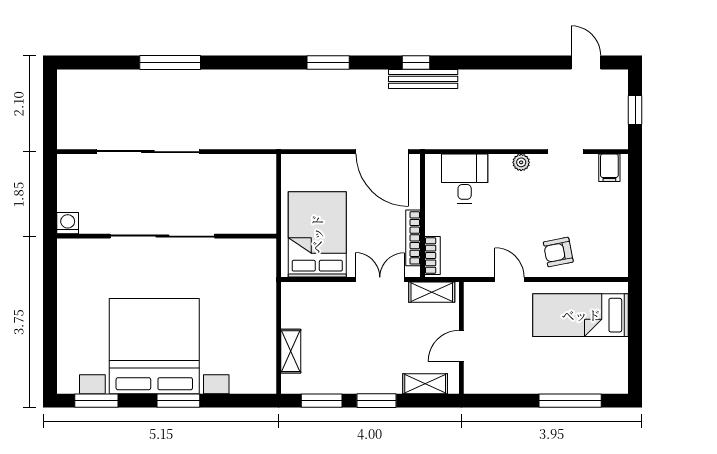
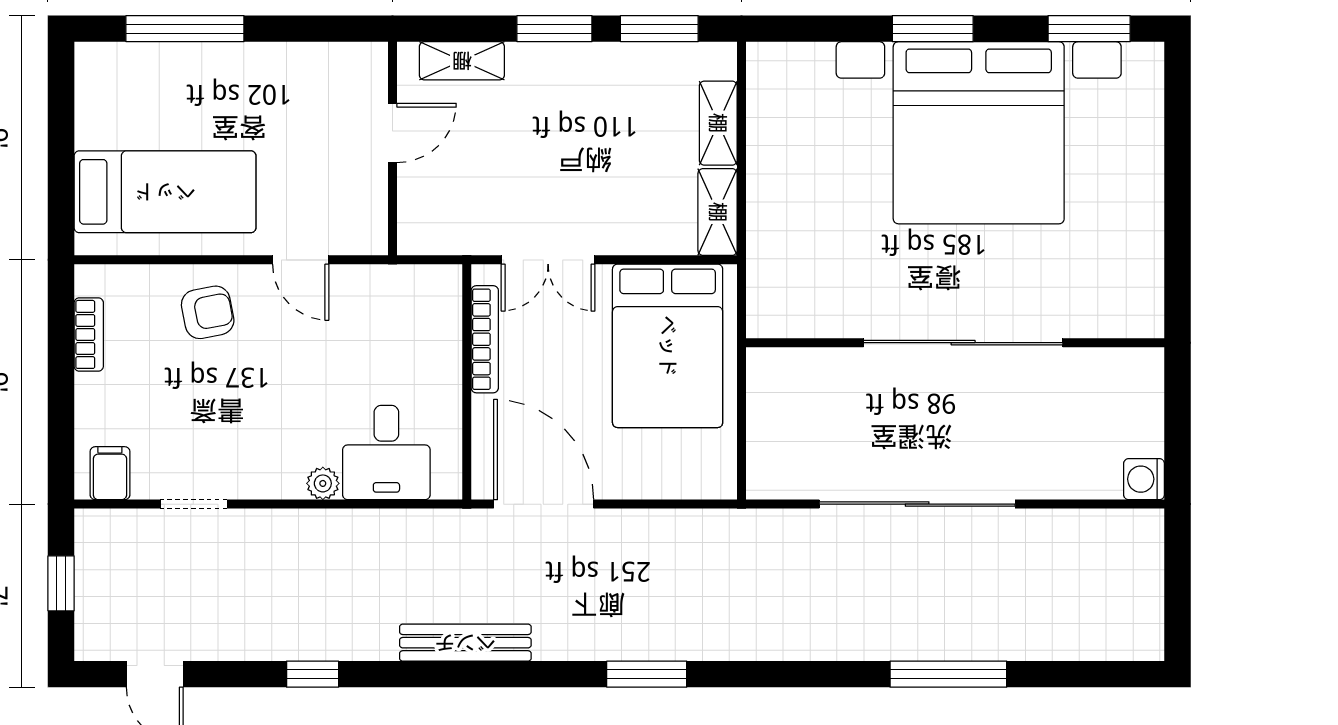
window: (416, 62) -> (313, 674), moved
sliding door: (148, 152) -> (917, 504), moved
plant: (521, 162) -> (323, 483), moved
washing machine: (68, 223) -> (1144, 479), moved, turned 90
bookcase: (432, 256) -> (89, 334), moved, turned 180
shelving: (432, 292) -> (718, 212), moved, turned 90

